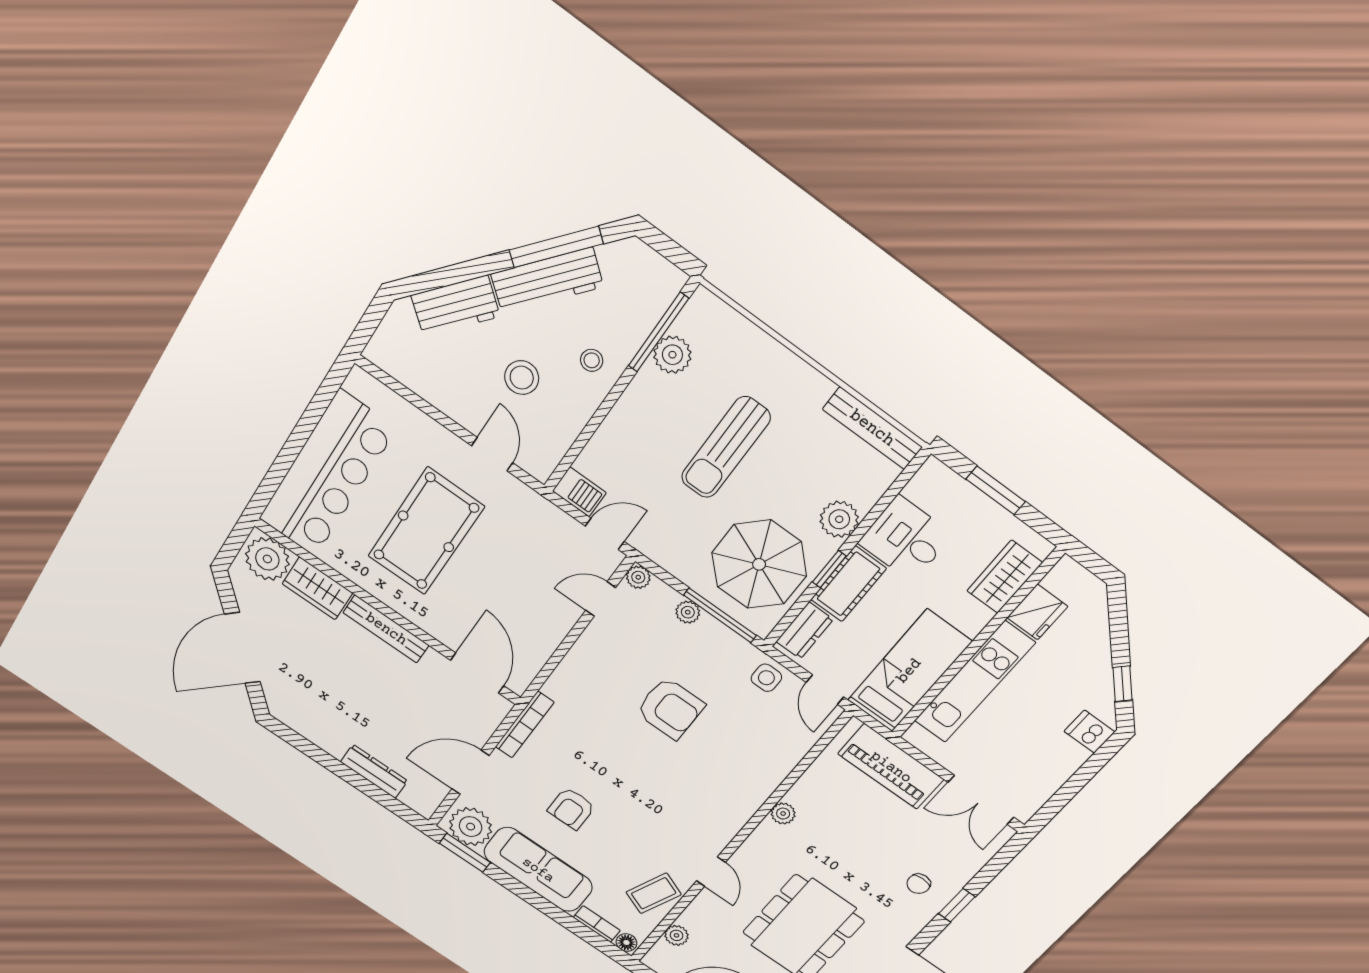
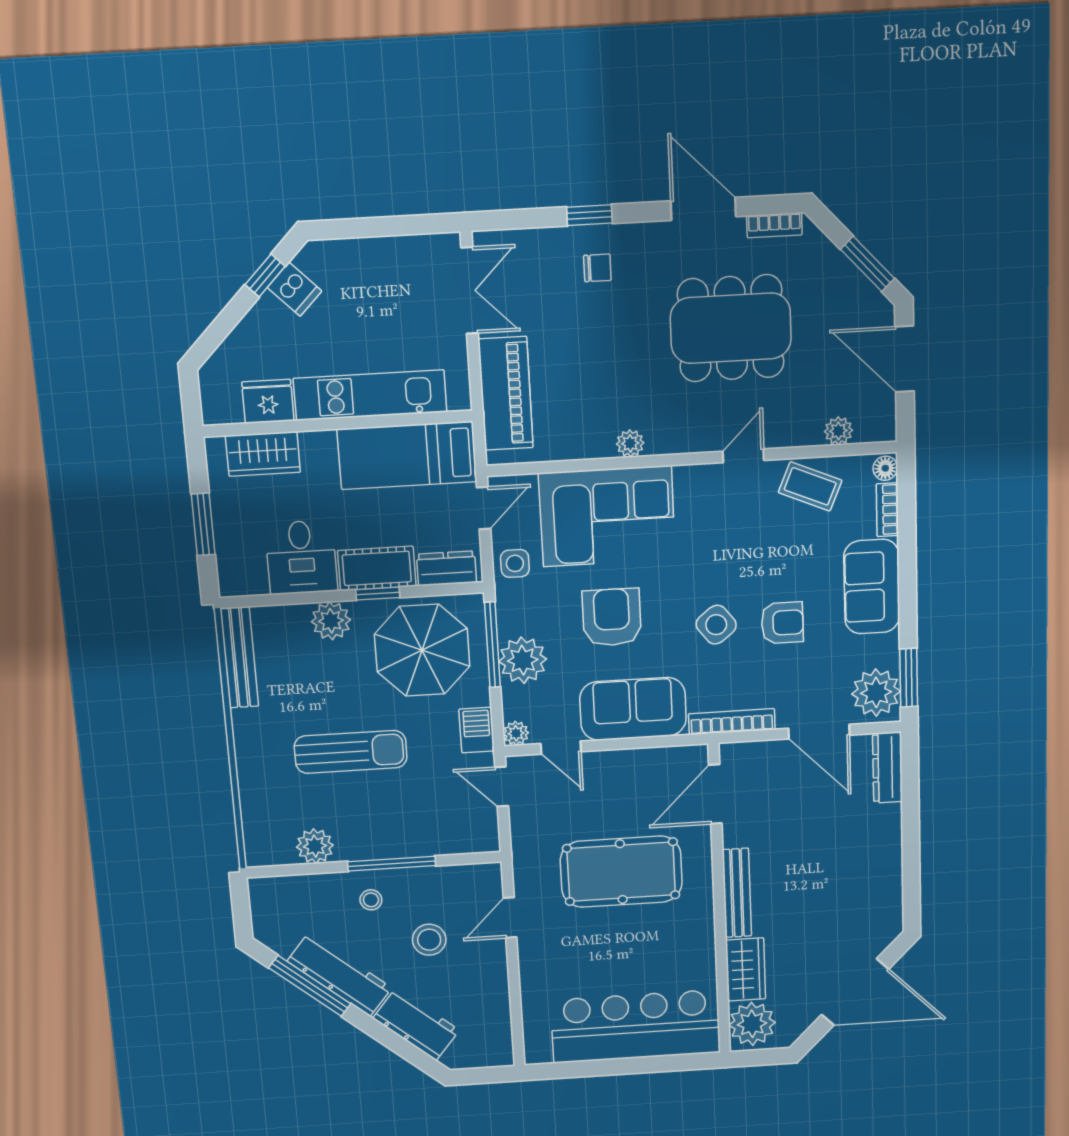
window: (658, 332) -> (392, 864), moved
barbecue: (579, 492) -> (477, 730), moved
pool table: (426, 531) -> (621, 872), moved
plant: (688, 612) -> (523, 660), width x1.87, depth x1.87
sofa: (589, 669) -> (633, 709), added
dishwasher: (1089, 732) -> (295, 289), moved, turned -45
corner sofa: (746, 761) -> (607, 516), added
side table: (606, 768) -> (716, 625), added
dresser: (374, 771) -> (887, 767), moved
sofa: (538, 870) -> (872, 587), width x0.73

